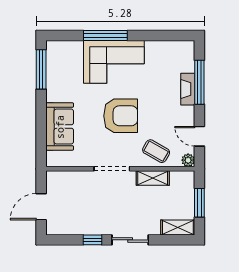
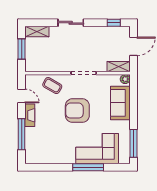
corner sofa: (114, 62) -> (97, 149), moved
fireplace: (188, 89) -> (30, 115), moved
plant: (188, 160) -> (125, 79), moved
shelving: (153, 178) -> (119, 67), moved
window: (93, 240) -> (114, 23), moved

